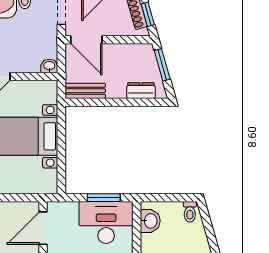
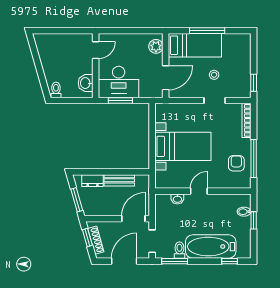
door: (86, 40) -> (133, 219), hinge flipped
washbasin: (49, 66) -> (177, 199), moved
bench: (85, 91) -> (119, 180), moved

